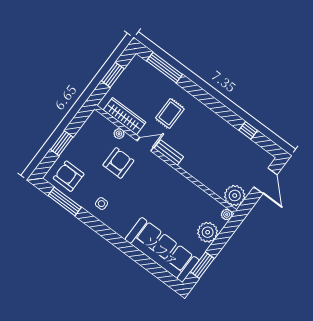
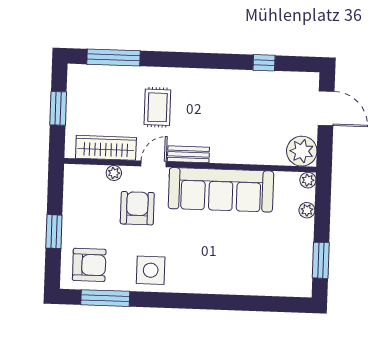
armchair: (69, 176) -> (89, 265), turned 180
side table: (101, 204) -> (151, 270), width x1.87, depth x1.87
plant: (208, 232) -> (307, 210), width x0.53, depth x0.53
sofa: (162, 250) -> (221, 190), moved, turned 180

